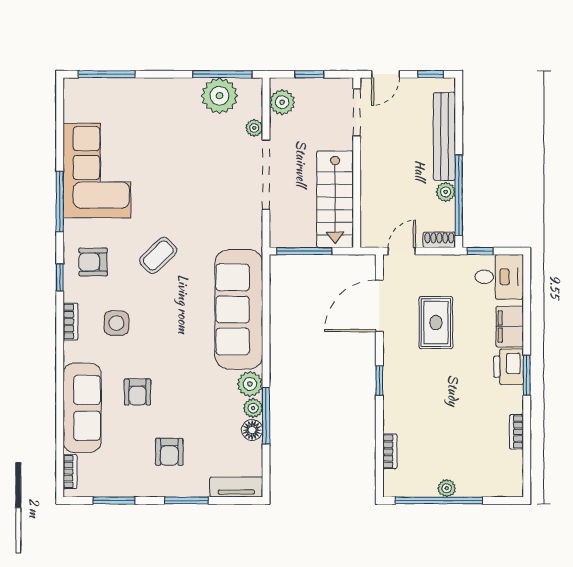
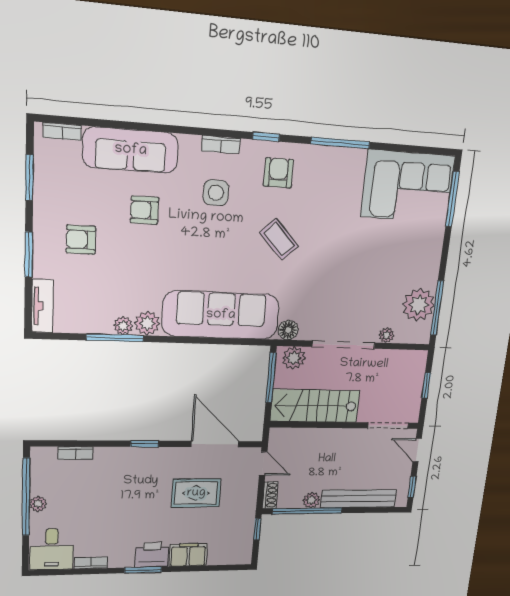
plant: (282, 102) -> (294, 358), moved
corner sofa: (97, 171) -> (408, 186), moved
desk: (499, 277) -> (52, 549), moved
floor lamp: (252, 430) -> (288, 330), moved

